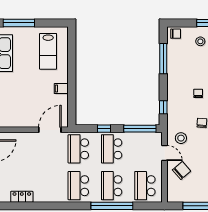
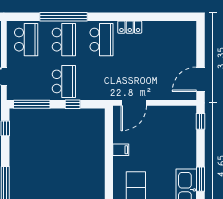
school desk: (78, 149) -> (102, 81), removed
locker: (22, 197) -> (130, 27), moved

